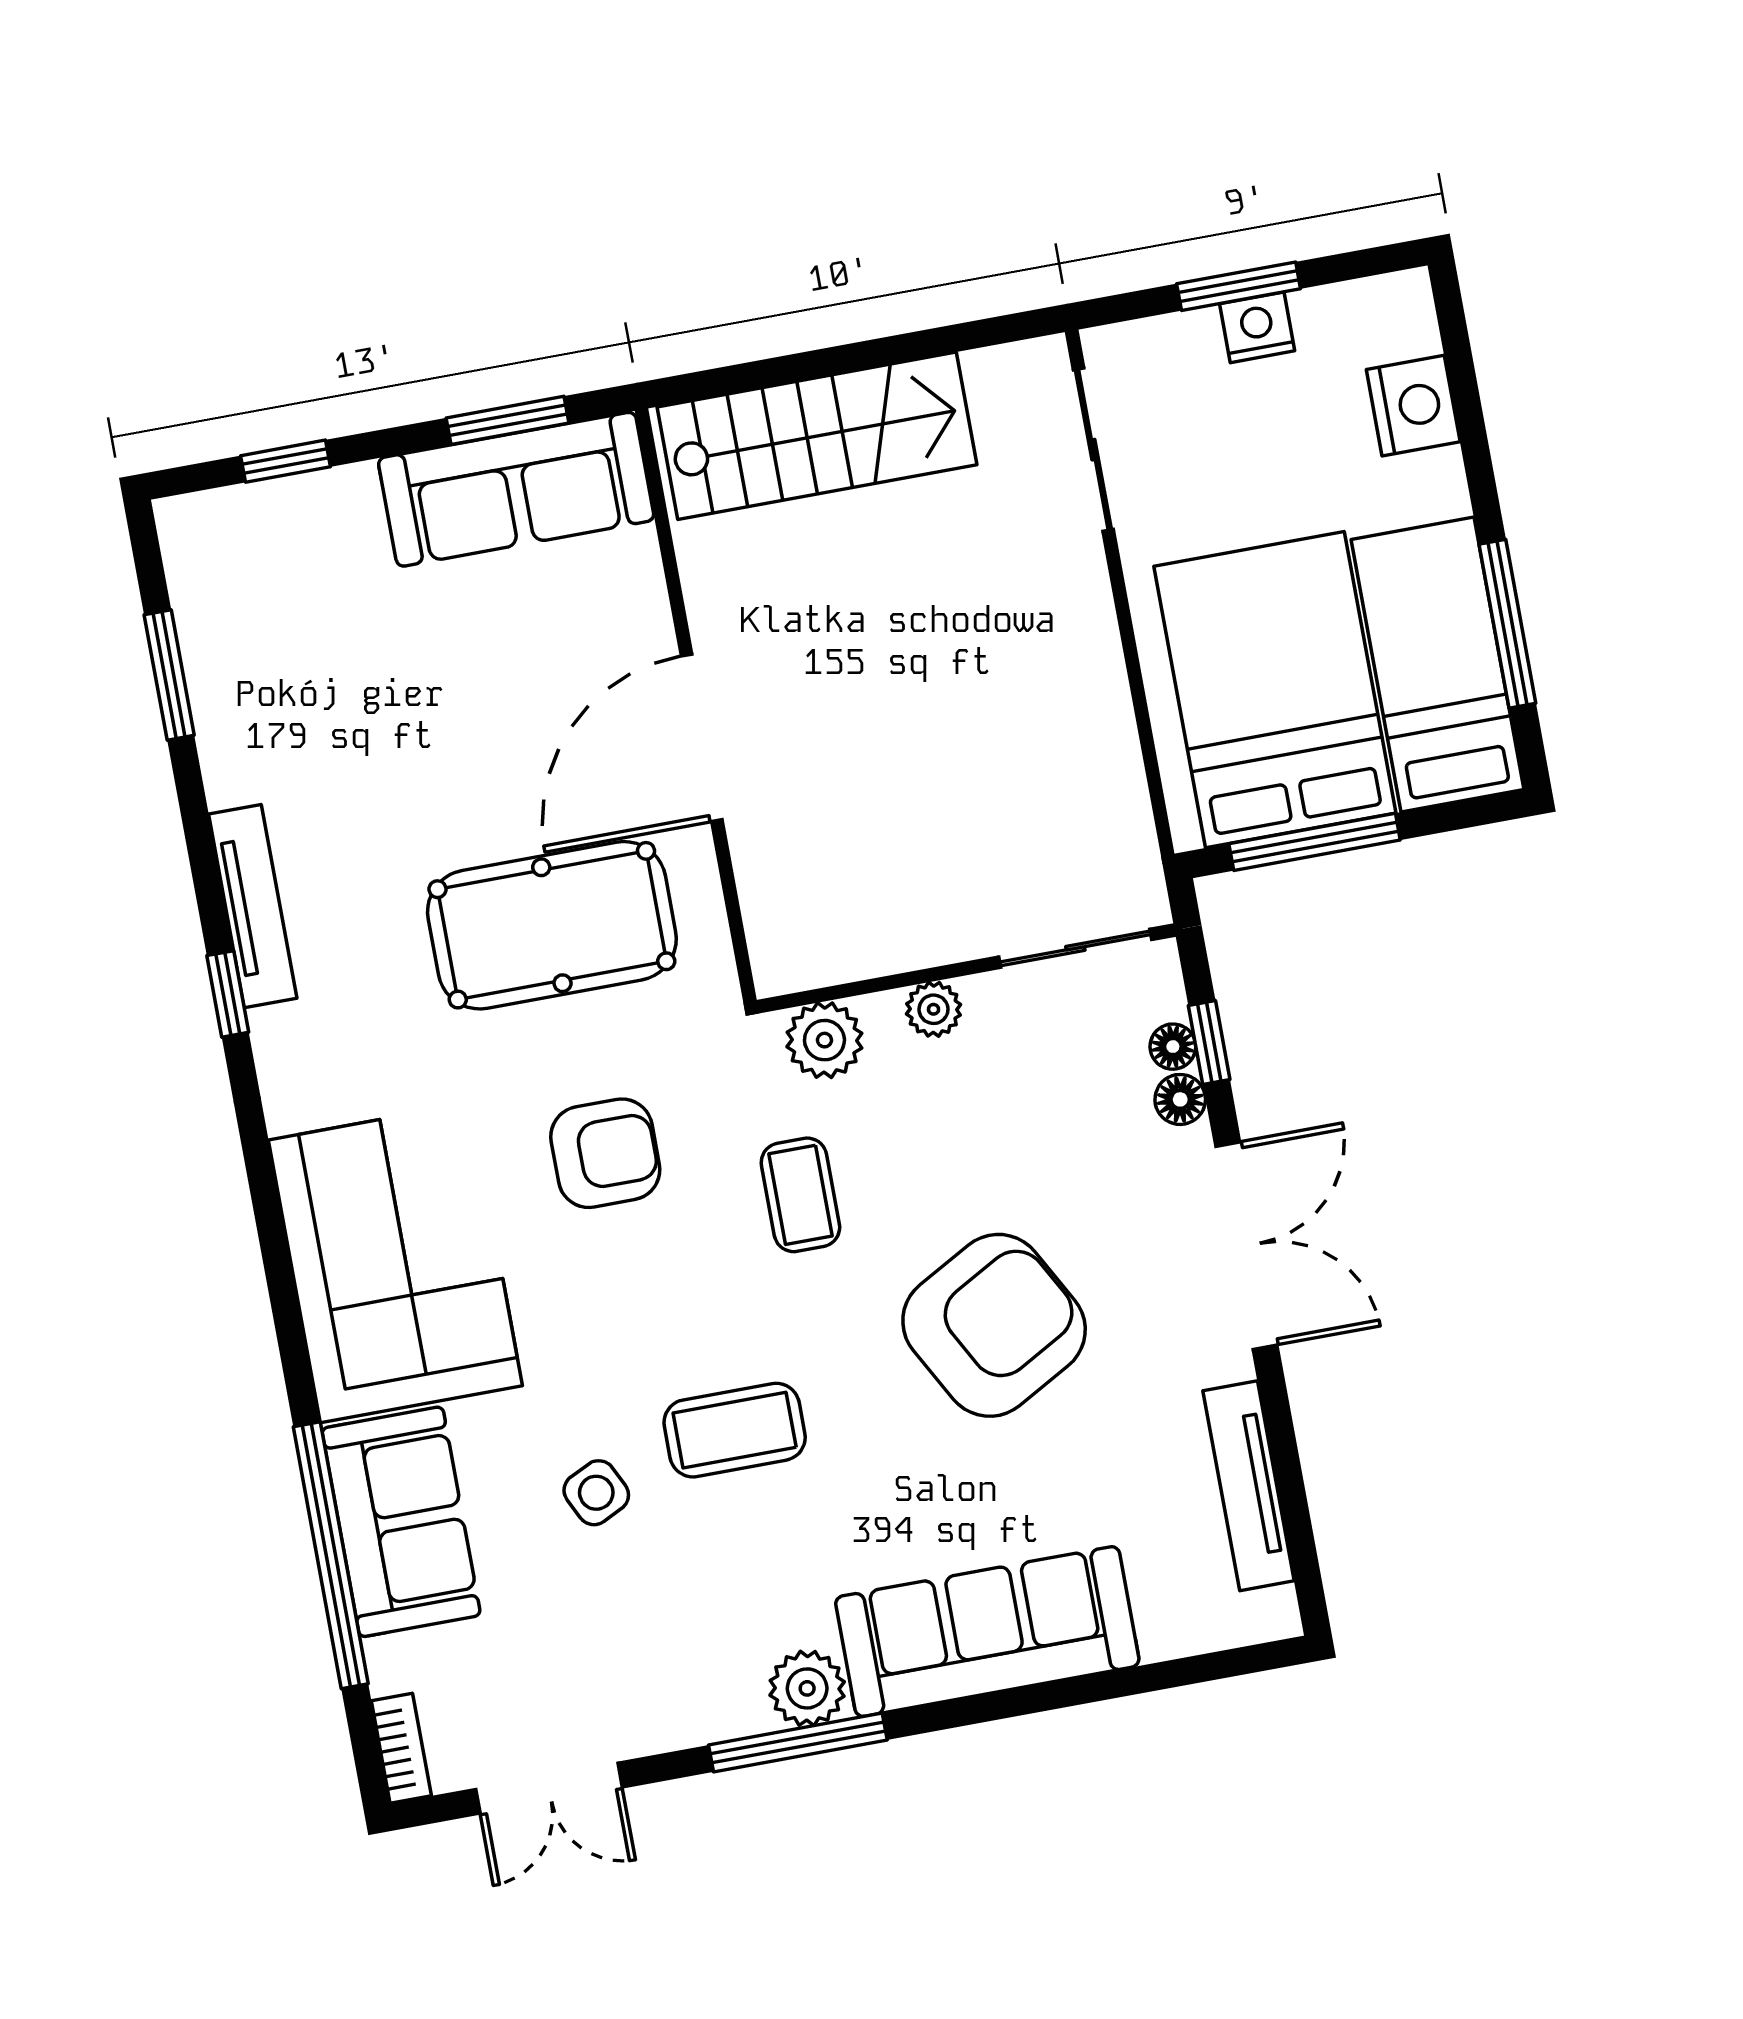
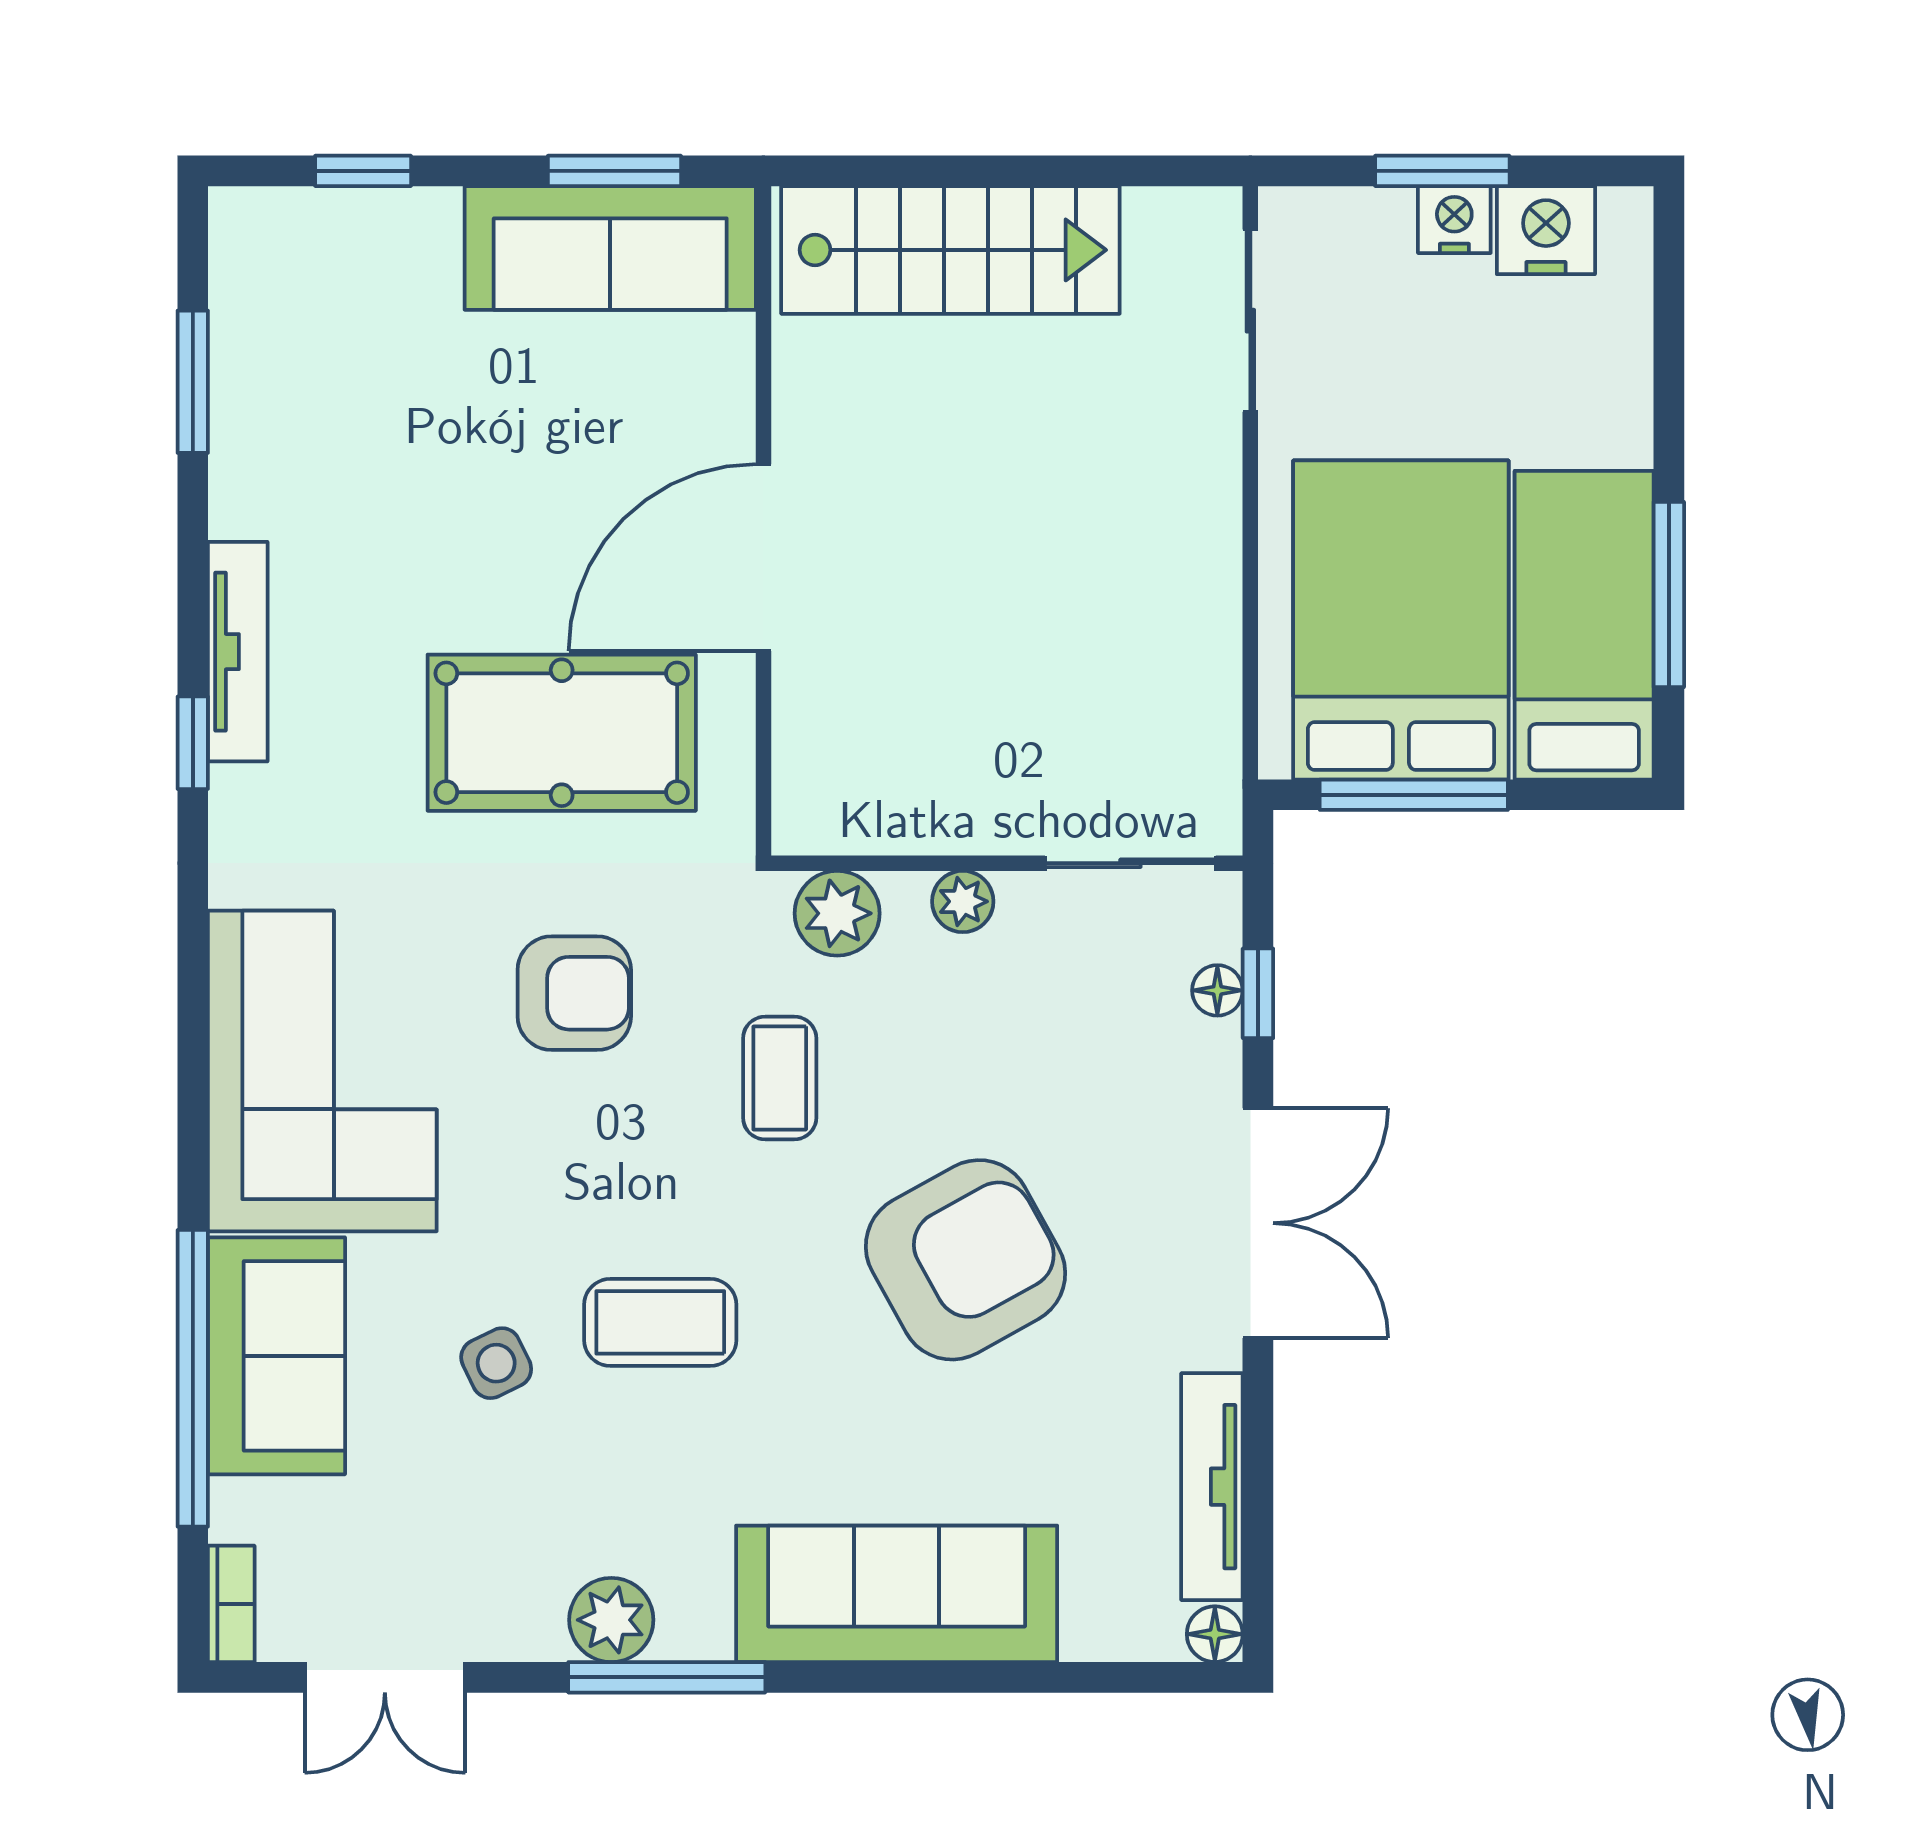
nightstand: (1413, 406) -> (1546, 230), moved, turned -90
floor lamp: (1180, 1099) -> (1215, 1634), moved
plant: (807, 1688) -> (611, 1620), moved

